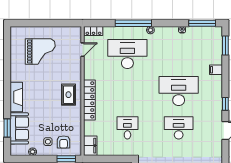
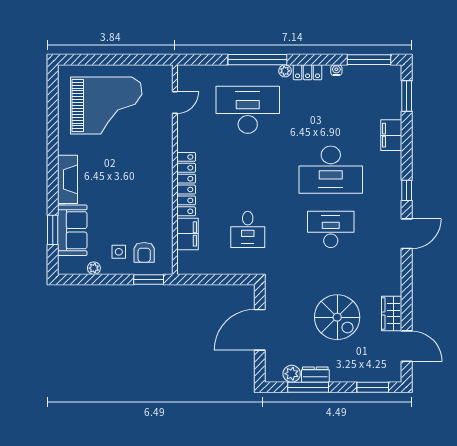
locker: (93, 31) -> (308, 72), moved
grand piano: (40, 51) -> (106, 106), width x1.37, depth x1.48
filing cabinet: (216, 70) -> (391, 135), width x2.00
desk: (179, 91) -> (331, 170), turned 180
rug: (68, 95) -> (152, 176), removed
desk: (127, 128) -> (248, 229), turned 180
filing cabinet: (90, 146) -> (187, 234), moved

